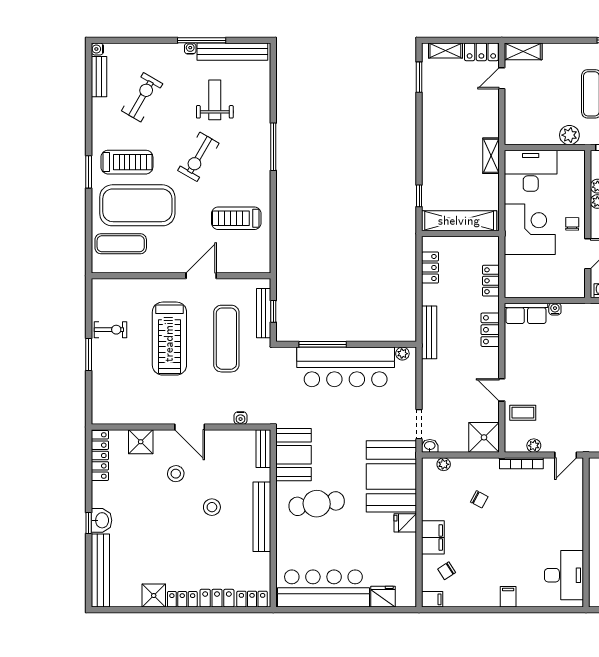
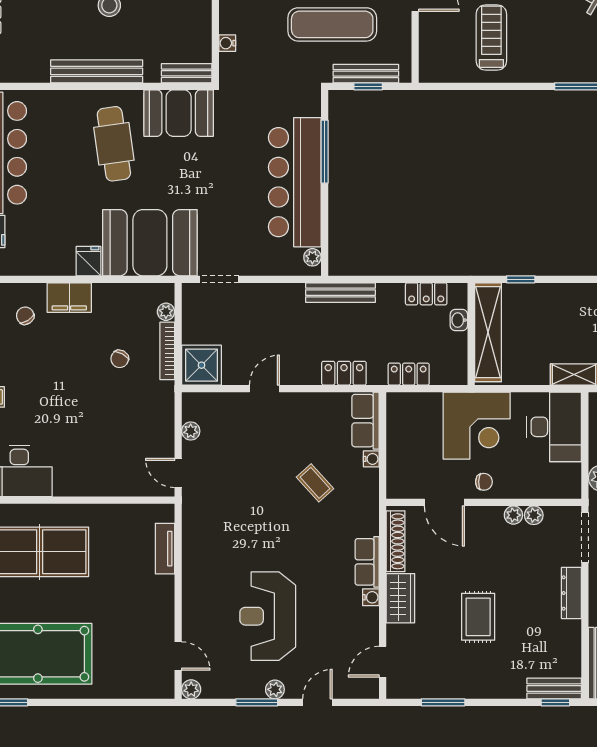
coffee table: (523, 413) -> (315, 483), moved, turned -42
washbasin: (430, 446) -> (459, 320), moved, turned 180
bookcase: (521, 463) -> (167, 351), moved

